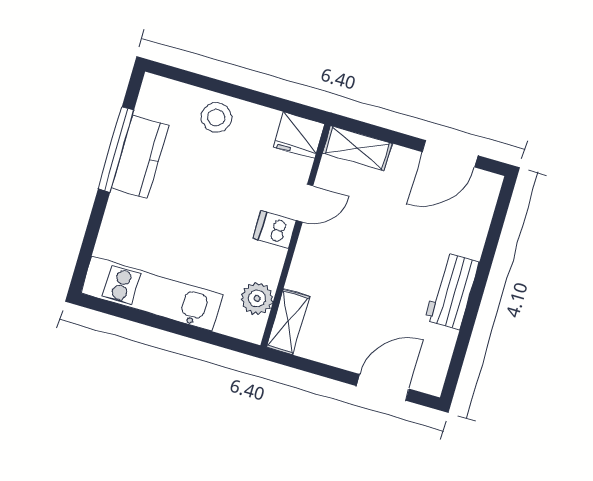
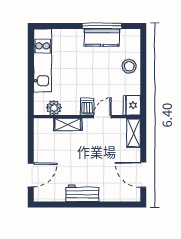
door: (305, 203) -> (102, 117), swing flipped
shelving: (288, 322) -> (68, 124), moved
door: (383, 387) -> (31, 175), hinge flipped

